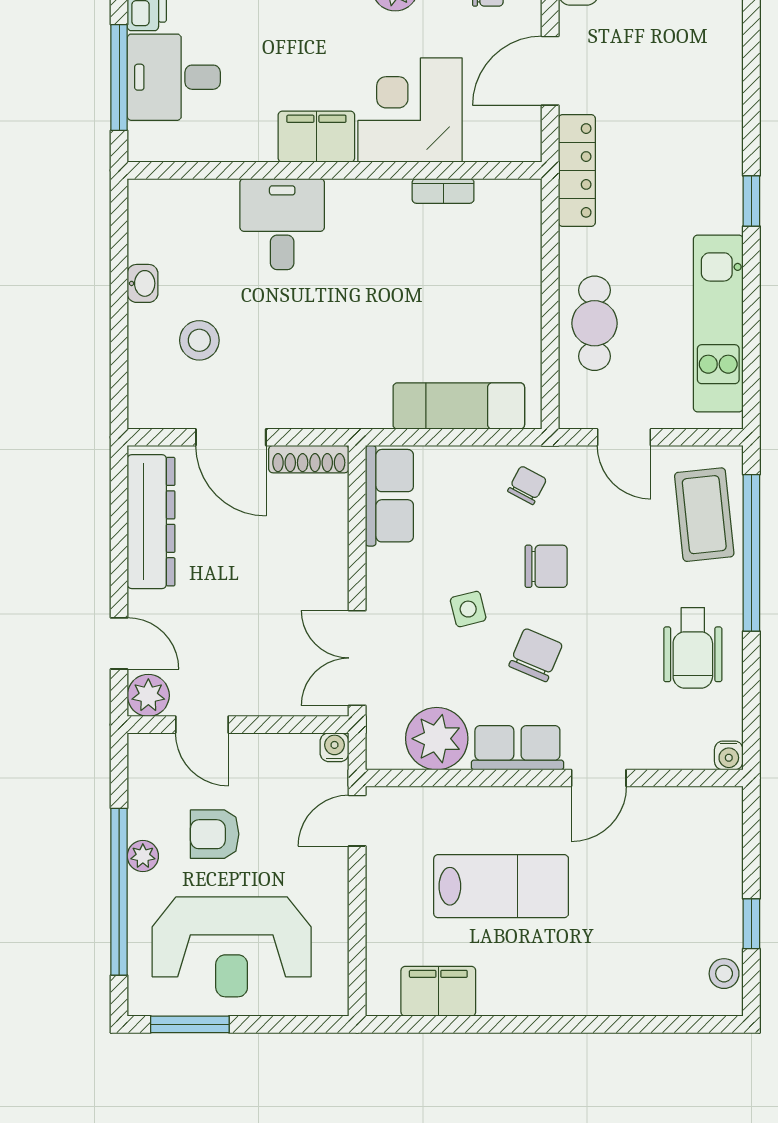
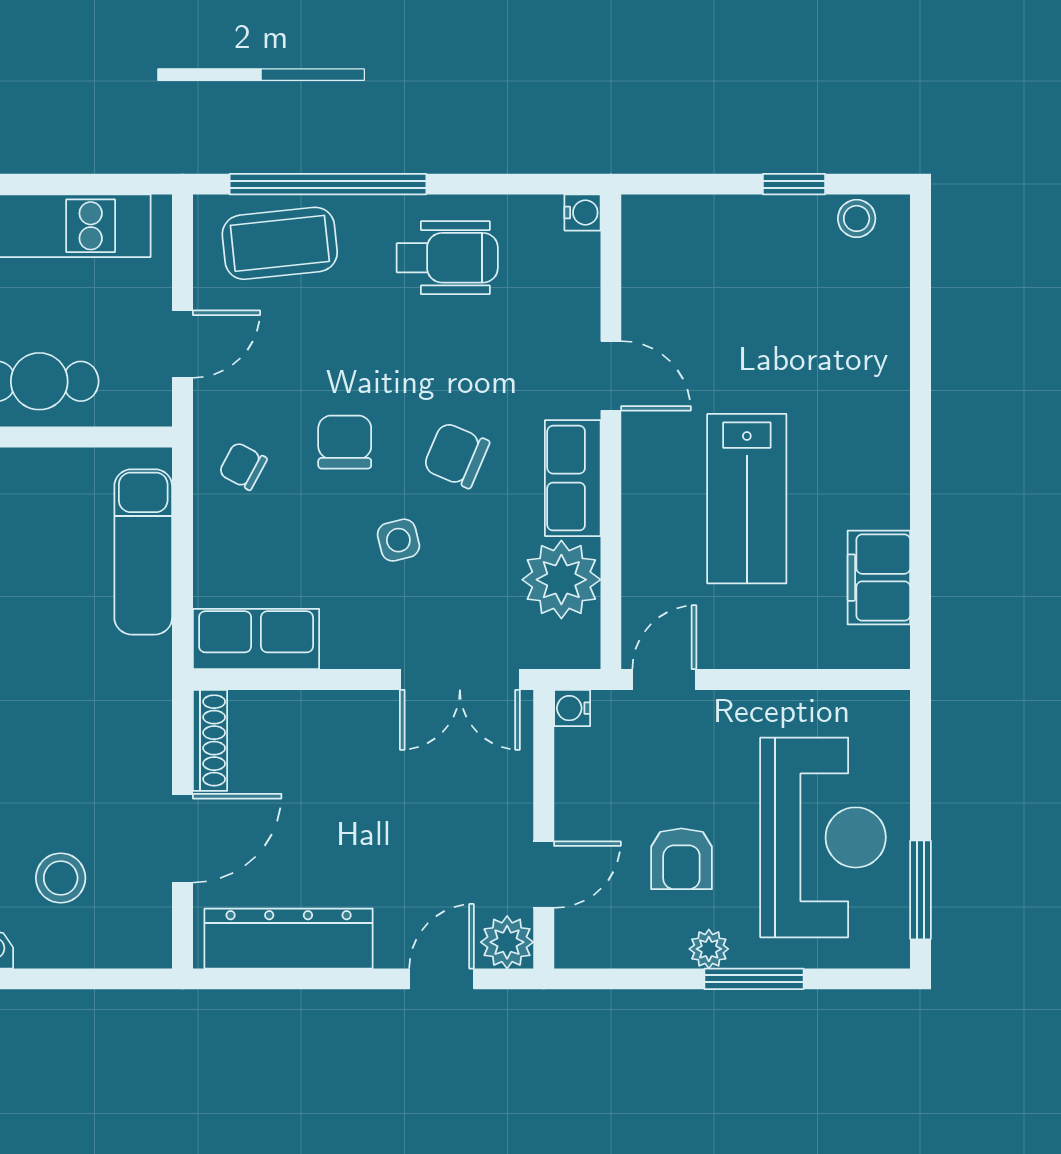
door: (357, 821) -> (664, 680), swing flipped
lab bench: (501, 886) -> (747, 499), turned 180
window: (119, 892) -> (754, 979), width x0.47

